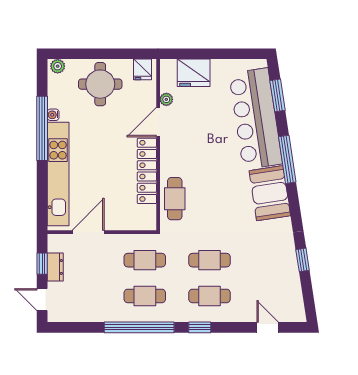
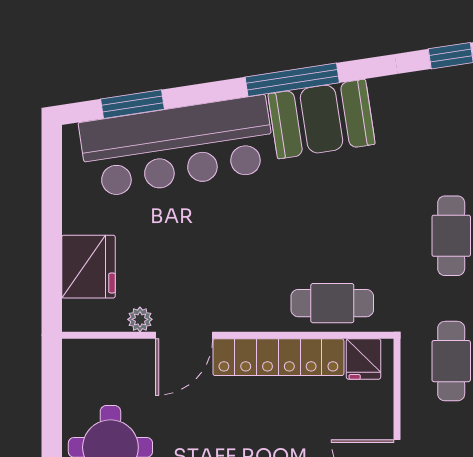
fridge: (142, 69) -> (363, 359), moved, turned 90
door: (158, 122) -> (184, 335), hinge flipped
window: (287, 159) -> (292, 80), moved

